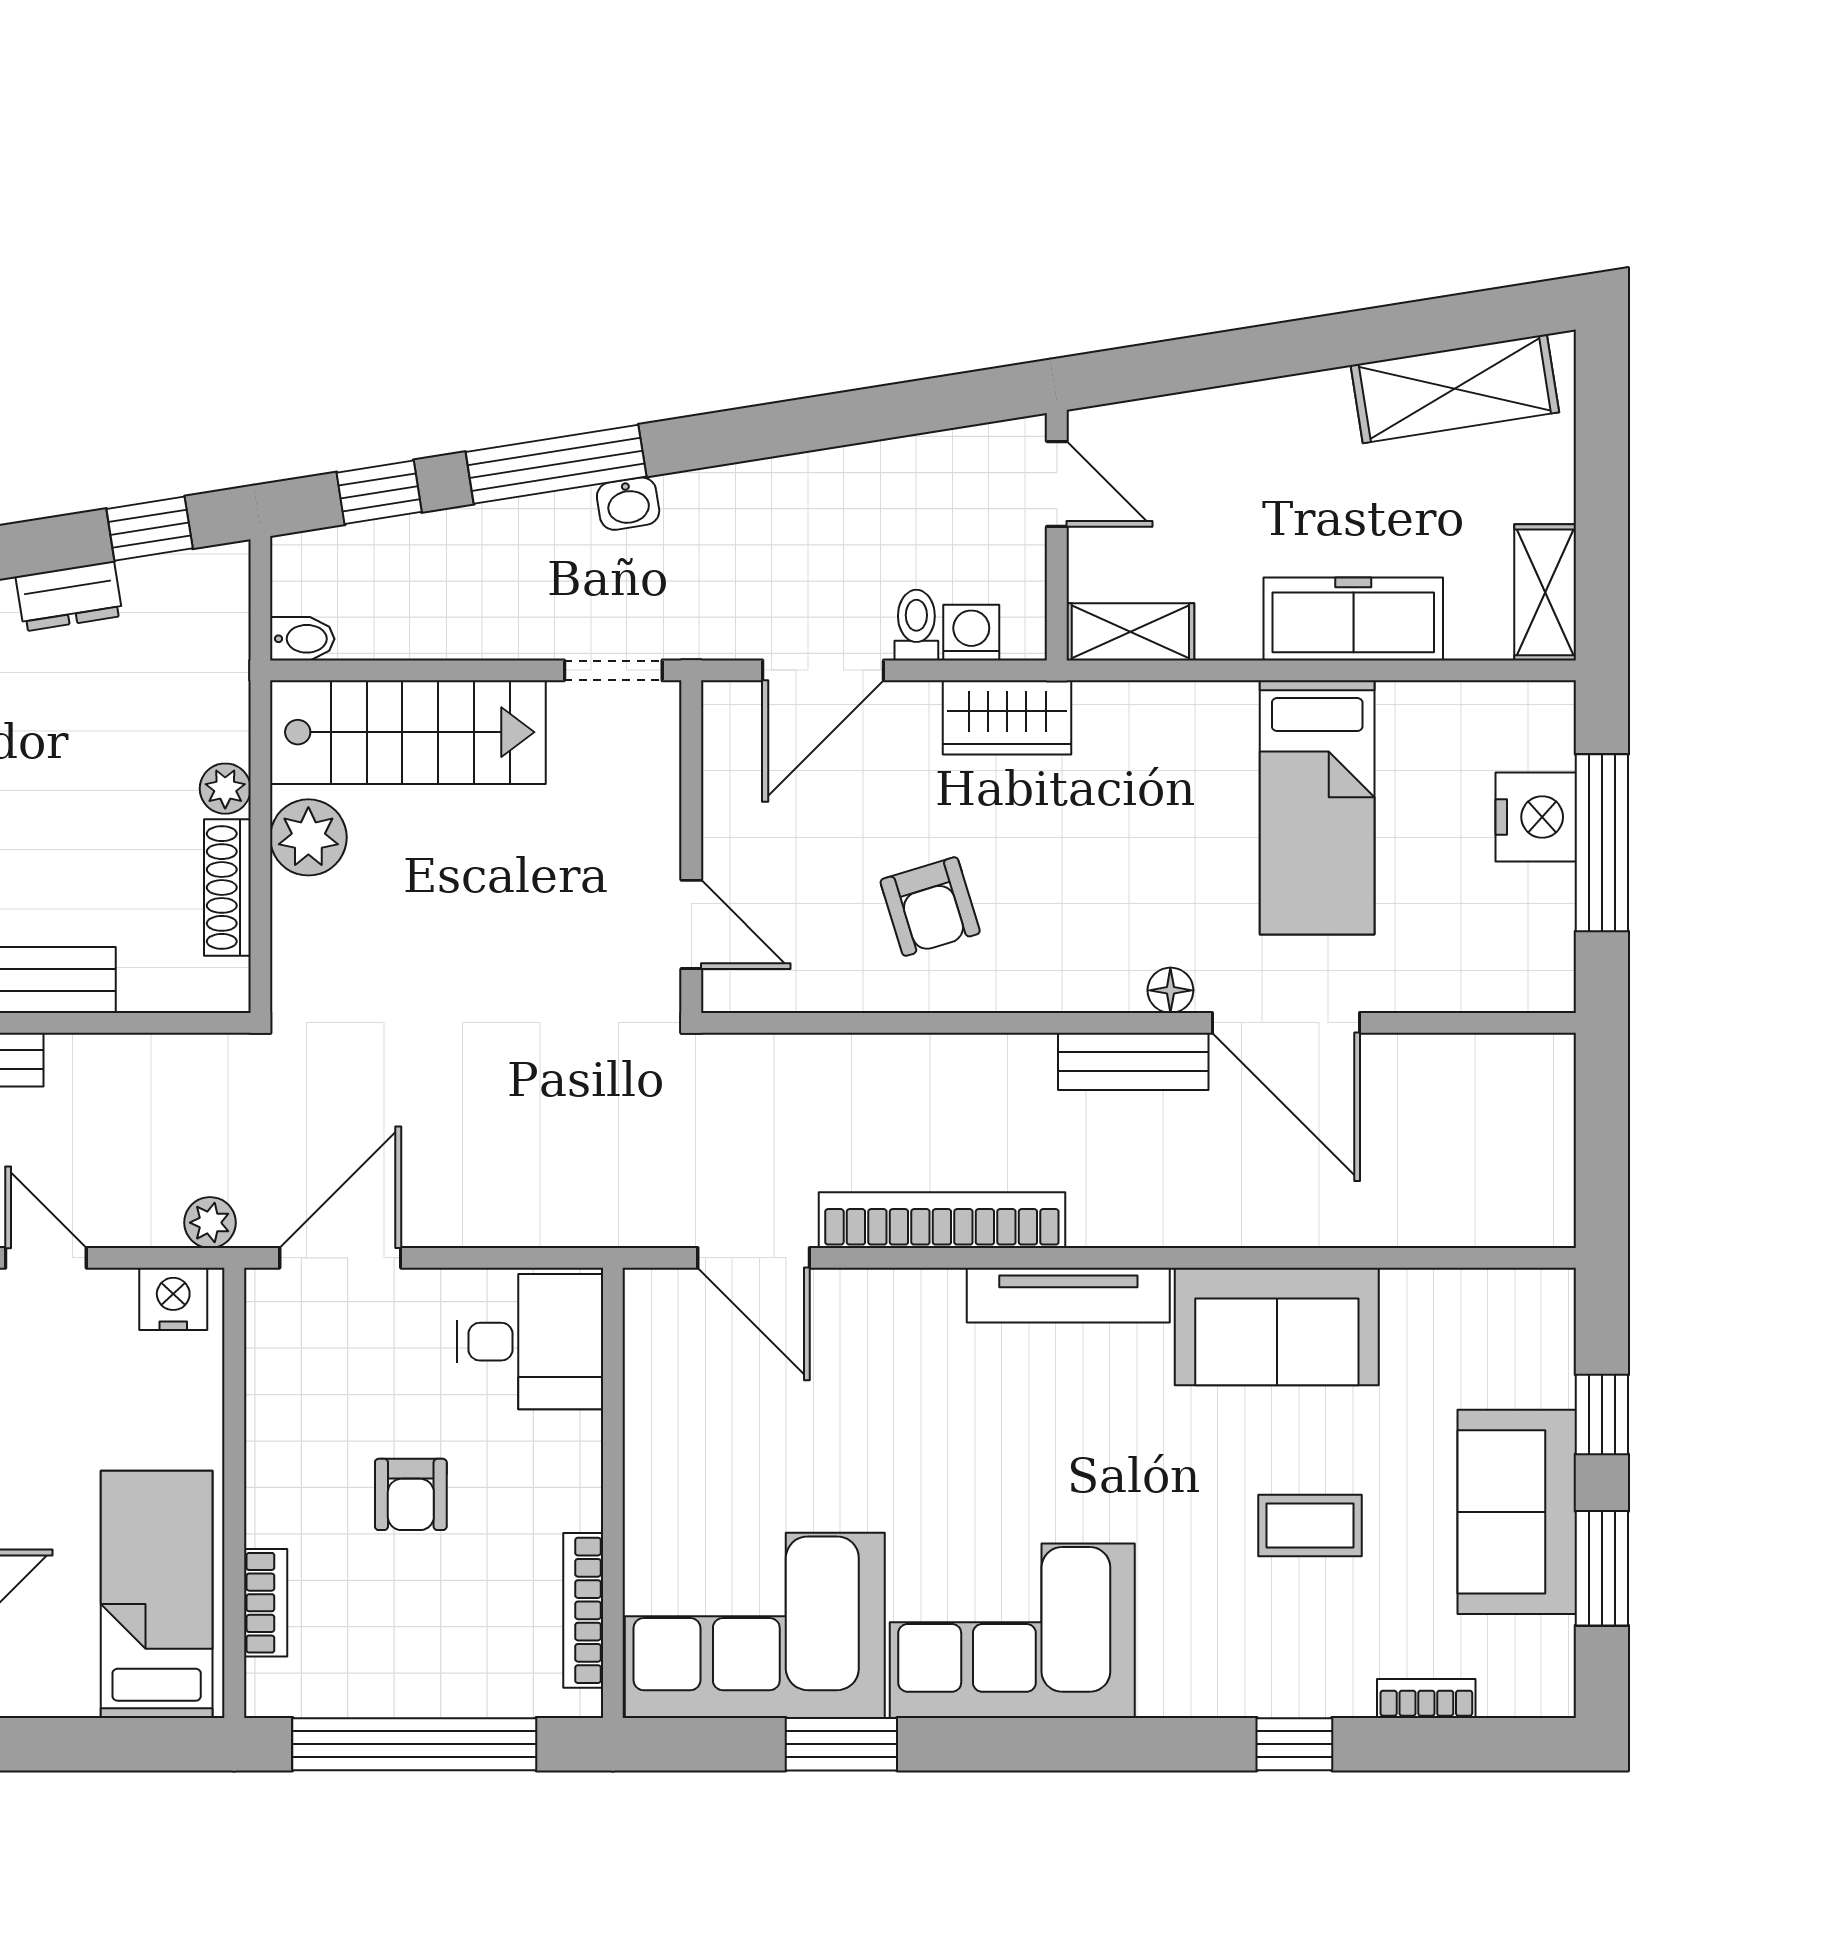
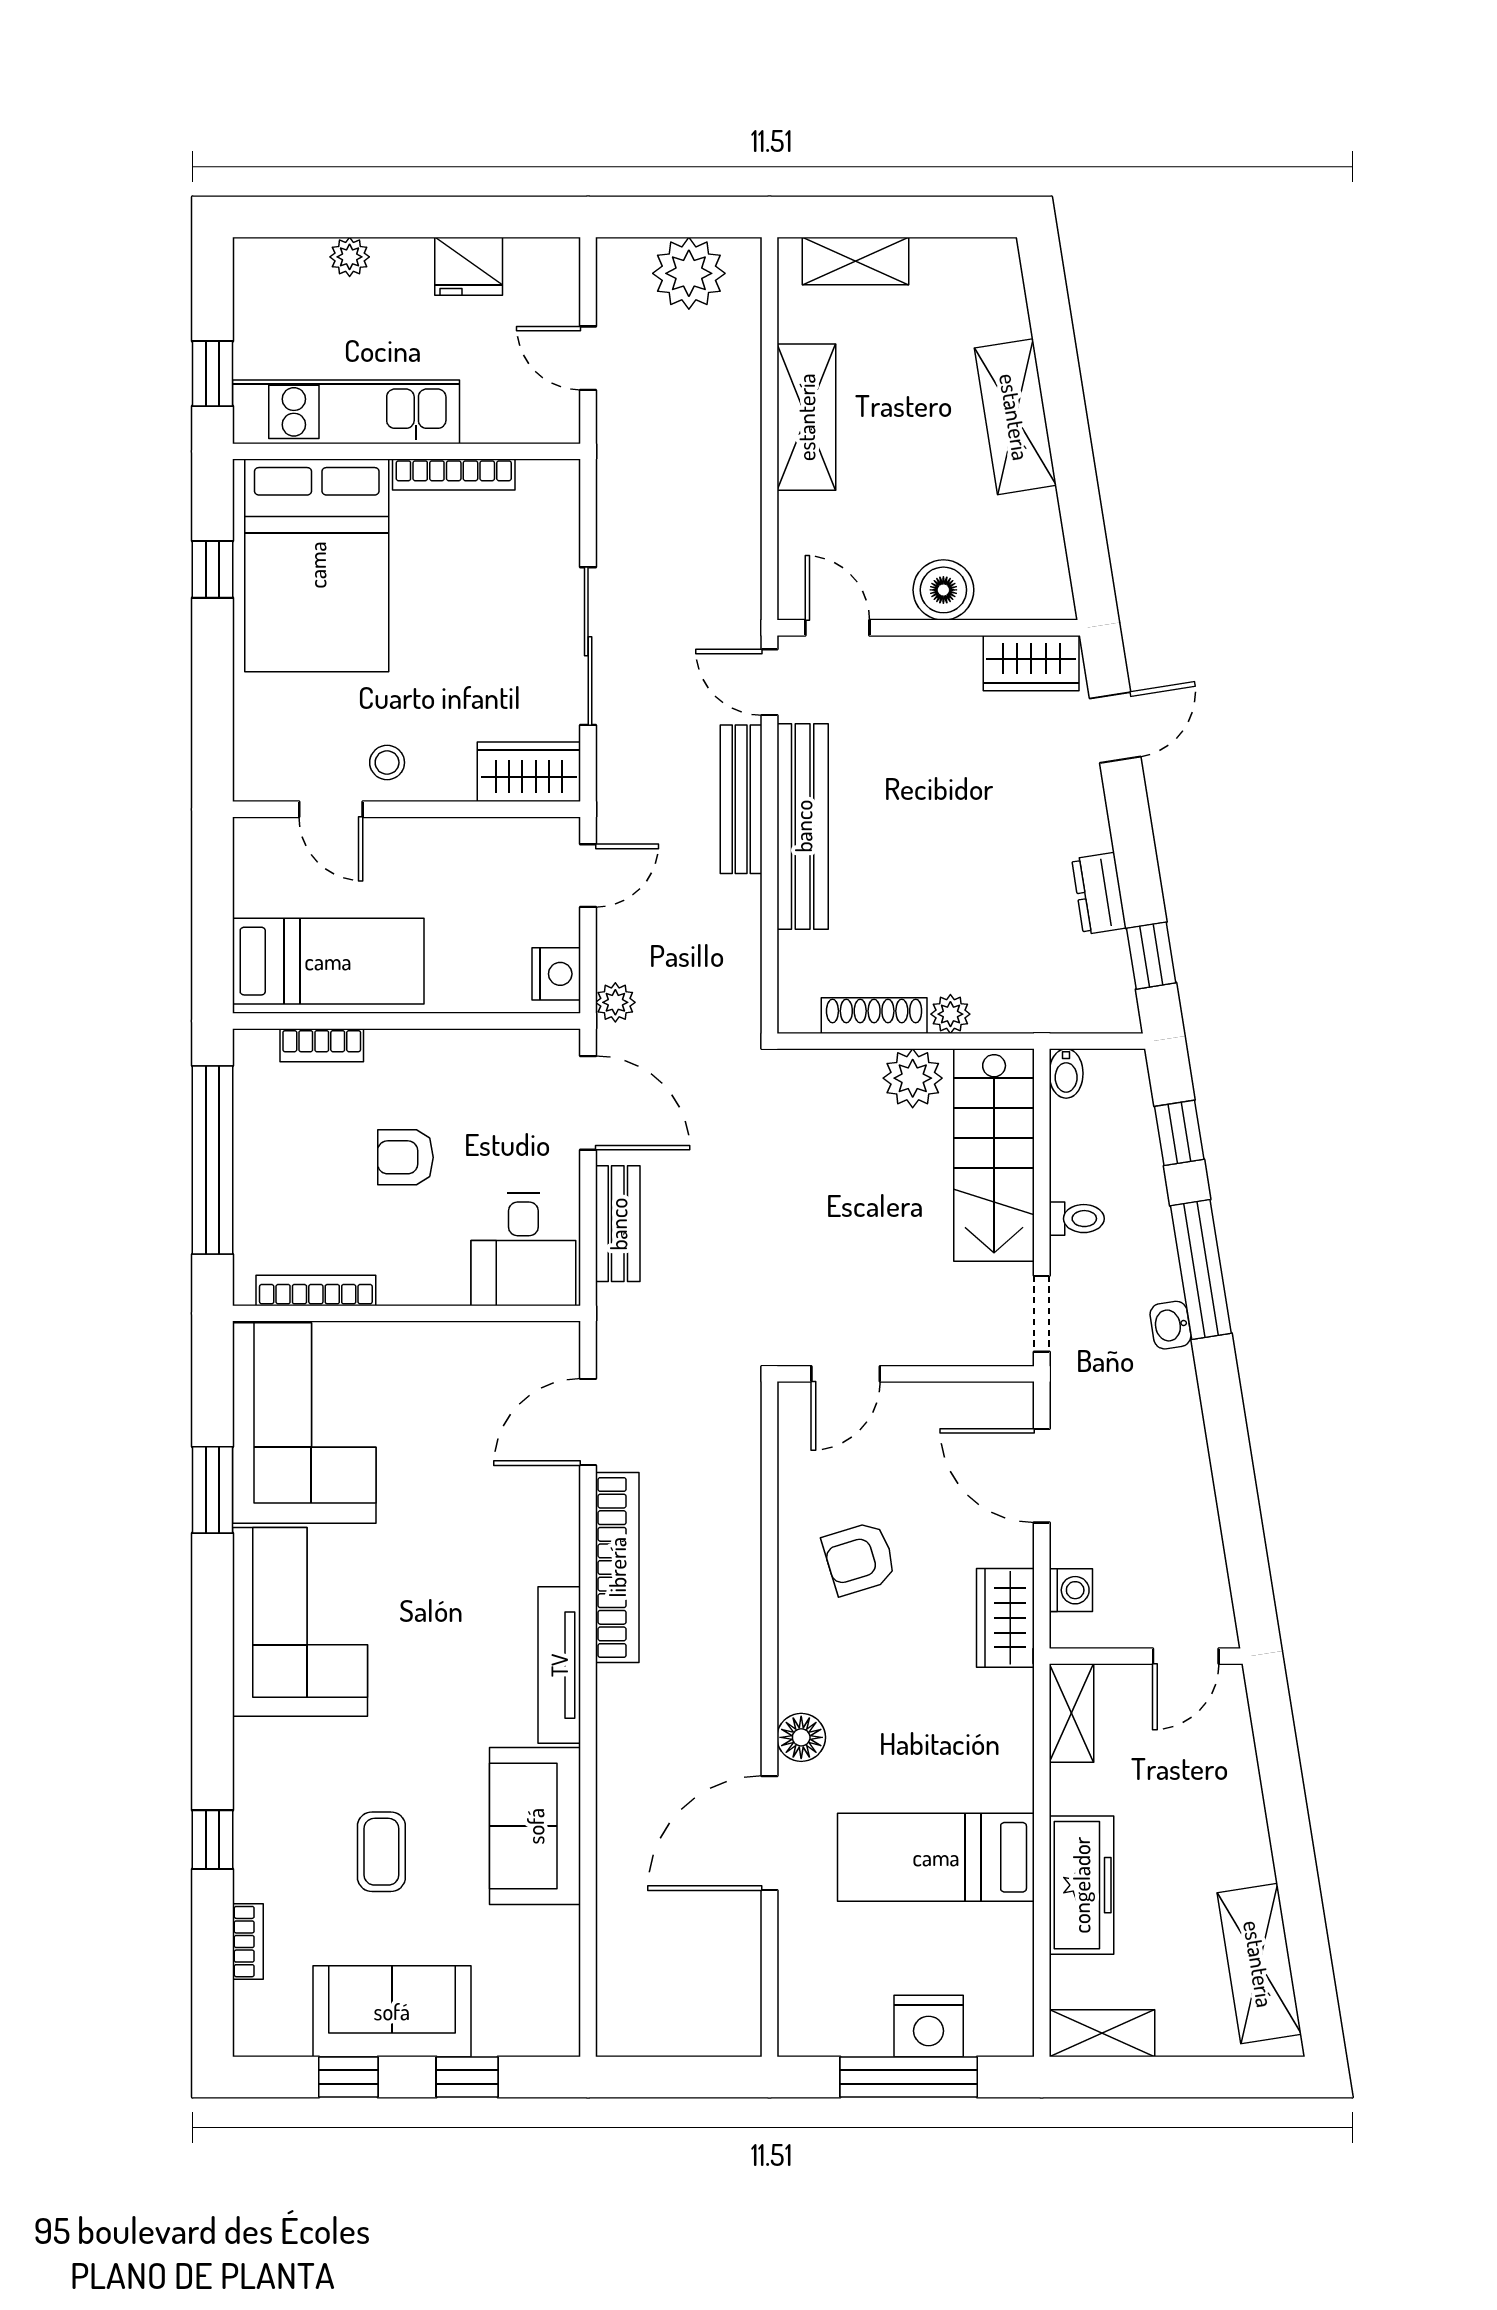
toilet: (916, 625) -> (1077, 1219), moved
floor lamp: (1170, 990) -> (801, 1737), width x1.37, depth x1.37
bench: (1133, 1061) -> (618, 1224), moved
window: (1602, 1568) -> (348, 2077), width x0.67

